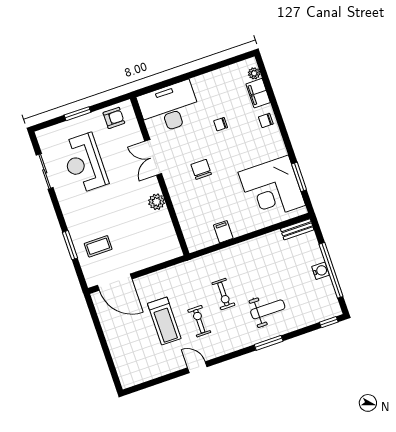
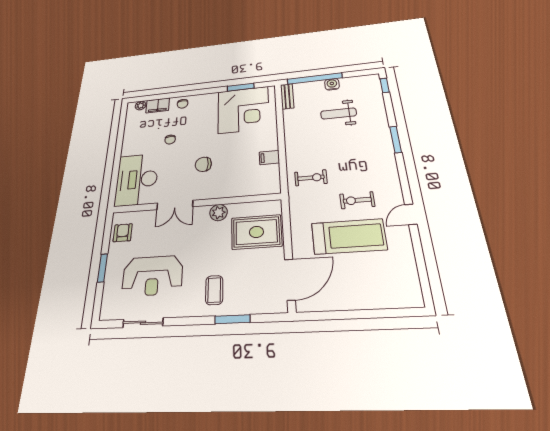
rug: (148, 242) -> (256, 232), added
coffee table: (98, 246) -> (214, 290), moved
window: (331, 270) -> (315, 79), moved
exercise bike: (223, 294) -> (311, 178), moved
weight bench: (268, 309) -> (339, 113), moved, turned -90
treadmill: (164, 321) -> (349, 236), width x1.37, depth x1.38

